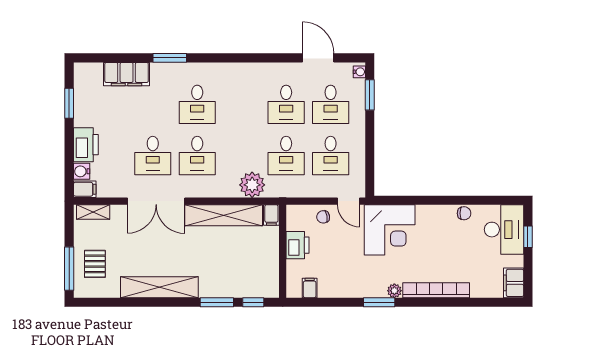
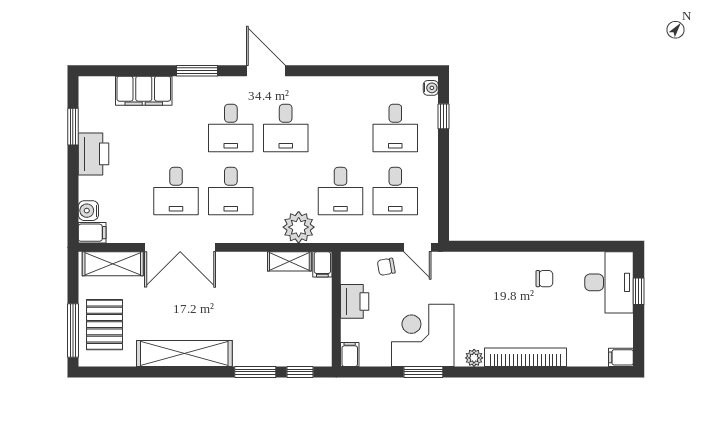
door: (318, 58) -> (266, 71), moved
window: (370, 95) -> (444, 116), width x0.67
desk: (286, 104) -> (286, 128), moved
printer: (86, 145) -> (94, 154), moved
shelving: (93, 212) -> (113, 264), width x1.50, depth x1.33
chair: (464, 213) -> (544, 279), moved
shelving: (224, 215) -> (289, 261), width x0.45, depth x0.75
corner desk: (390, 230) -> (423, 335), moved, turned 180
pallet: (95, 264) -> (105, 325), width x1.50, depth x1.42
filing cabinet: (514, 283) -> (621, 357), width x0.50
filing cabinet: (310, 288) -> (350, 354), moved
window: (379, 302) -> (423, 372), moved

